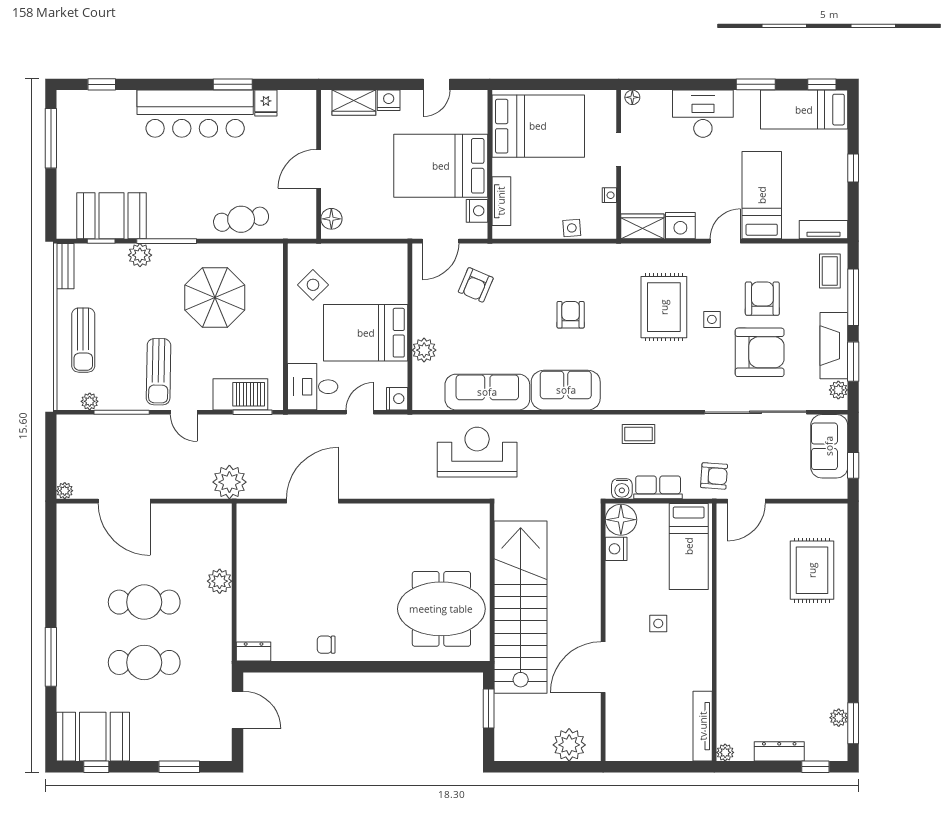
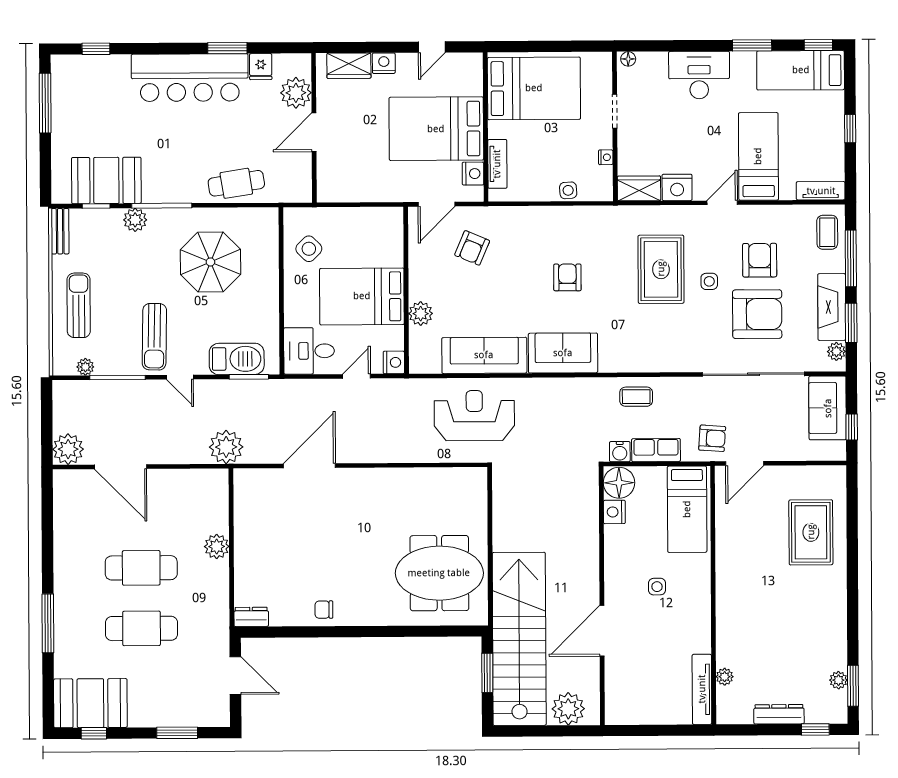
plant: (301, 129) -> (296, 93), added
floor lamp: (331, 219) -> (327, 182), removed
sun lounger: (83, 340) -> (79, 305), turned 180
plant: (65, 491) -> (68, 449), width x1.87, depth x1.87
stairs: (521, 607) -> (519, 639), moved
plant: (725, 752) -> (725, 677), moved

